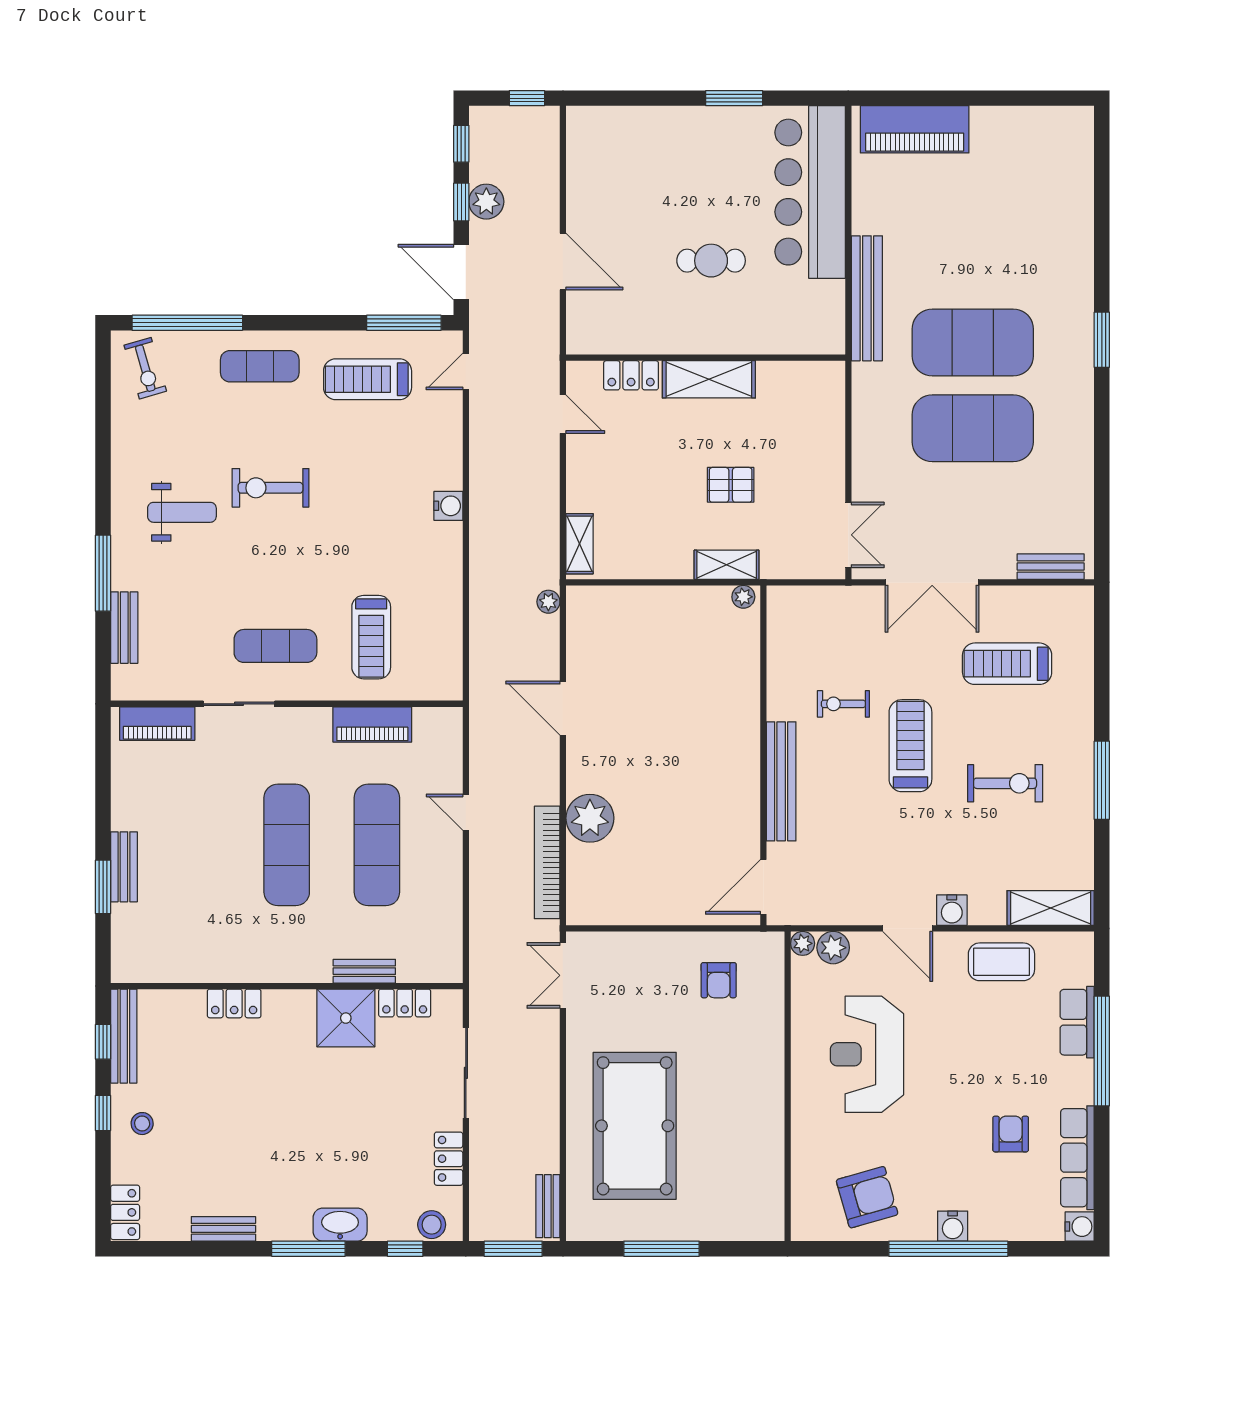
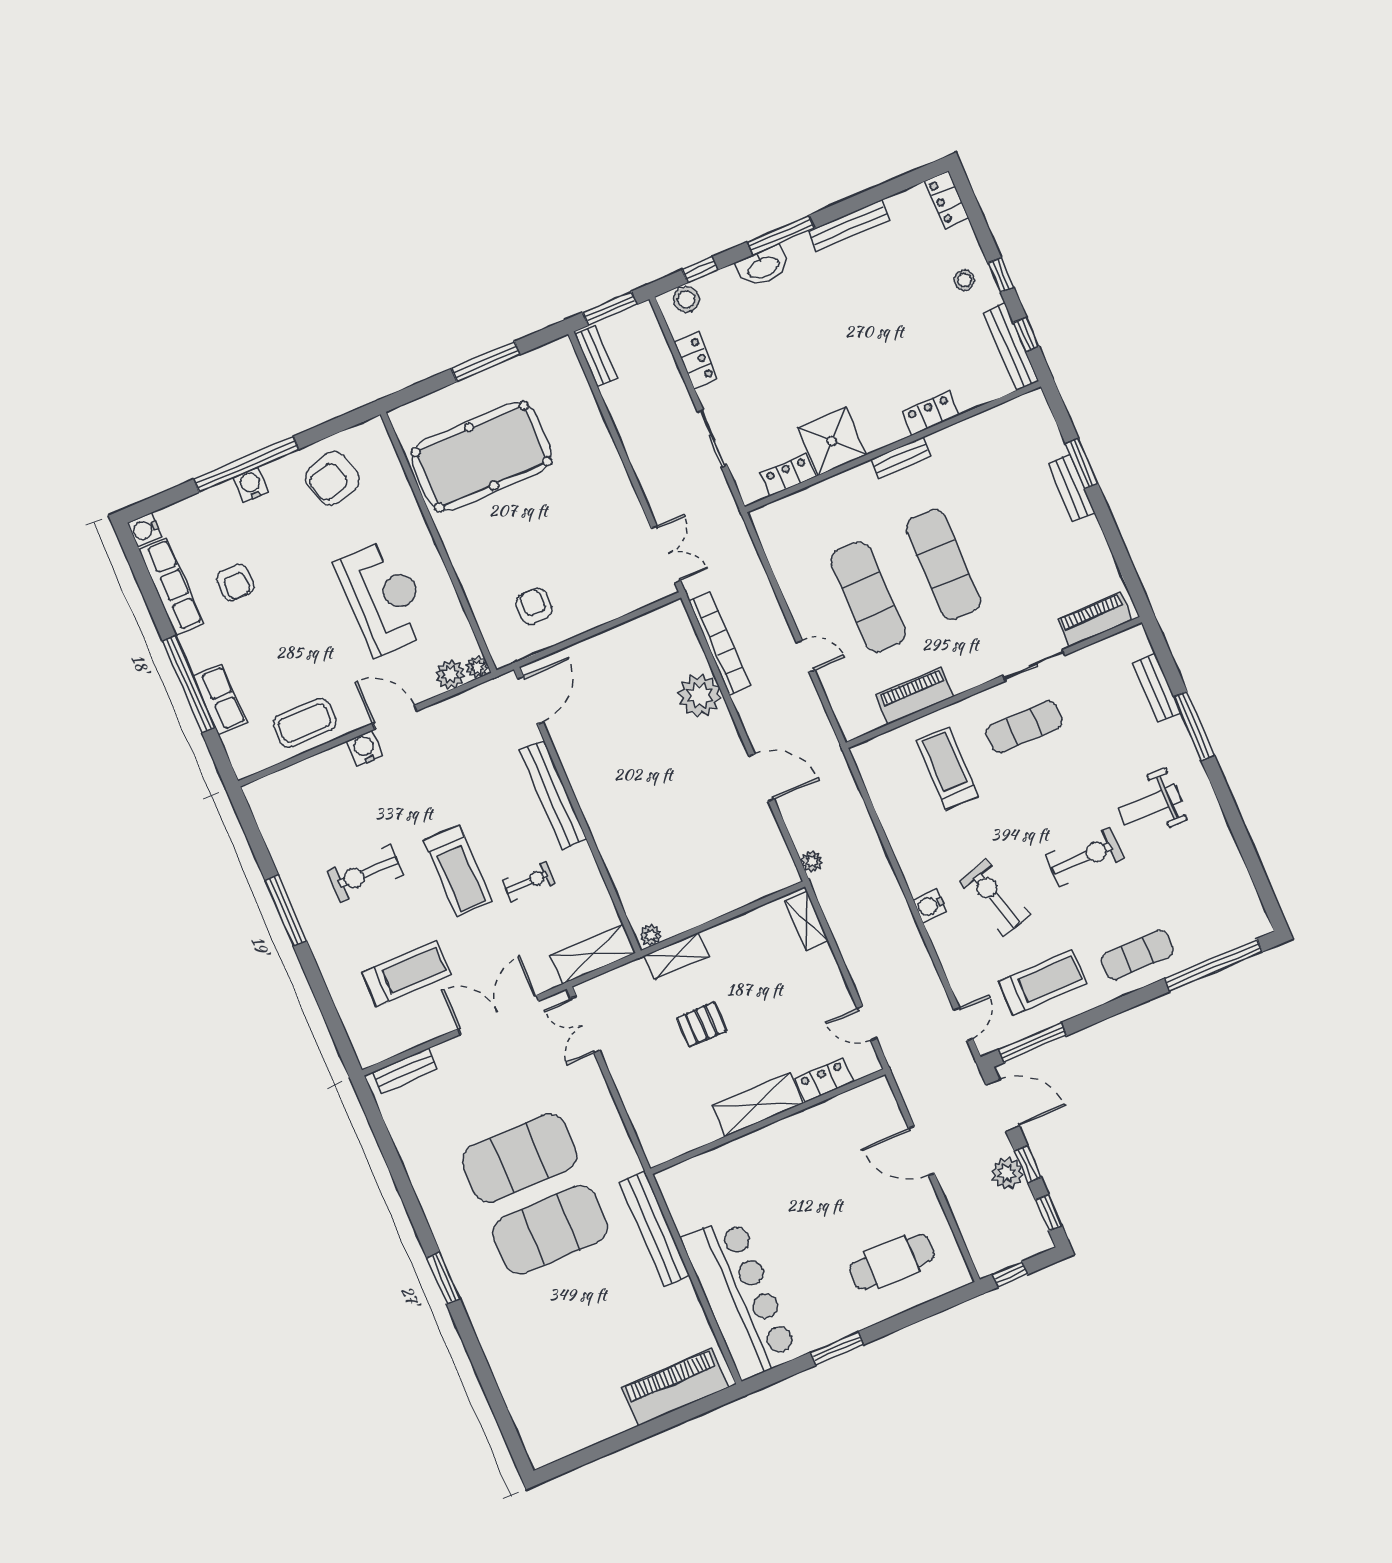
cafe table: (711, 261) -> (892, 1262), moved, width x1.37, depth x1.35
exercise bike: (145, 368) -> (995, 898), moved, width x1.38, depth x1.39
shelving: (1051, 908) -> (593, 954), moved
bench: (364, 971) -> (901, 458), moved
sliding door: (466, 1073) -> (712, 438), width x0.73
pool table: (635, 1126) -> (482, 457), moved, turned 90
bench: (223, 1229) -> (849, 225), width x1.36

